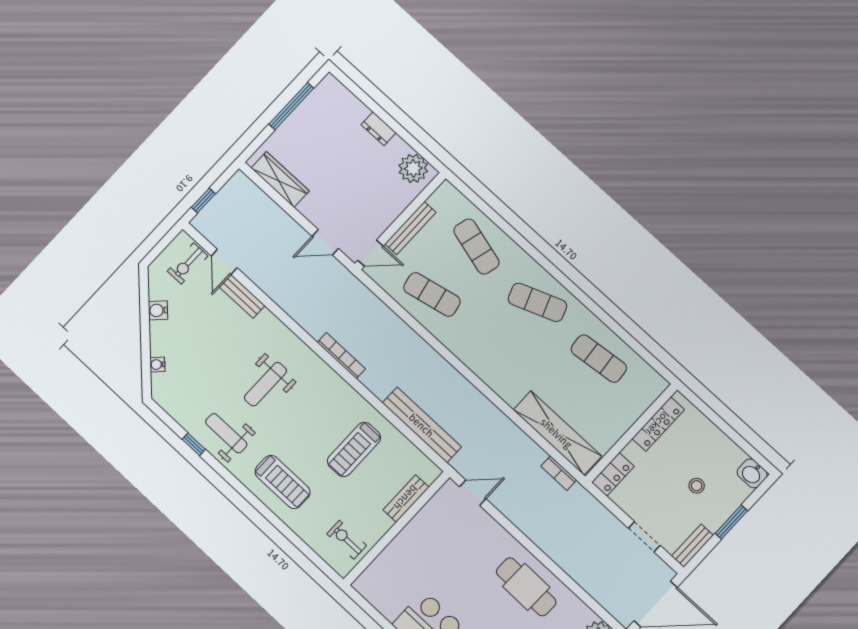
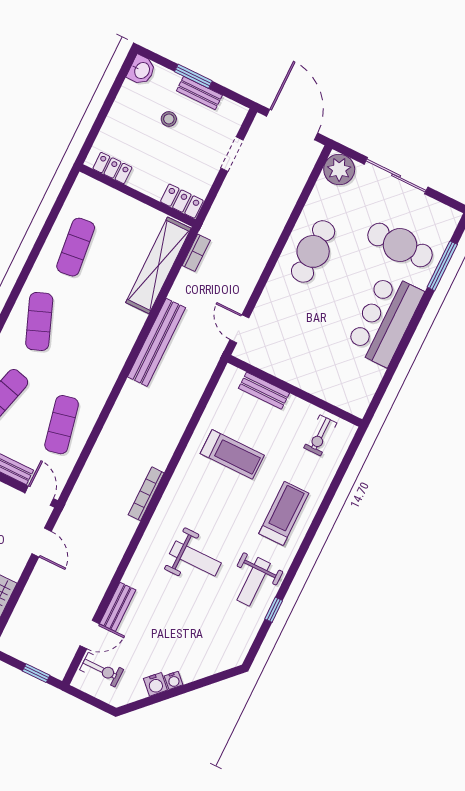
water cooler: (157, 365) -> (174, 680), moved
locker: (658, 424) -> (112, 168), width x0.66
bench: (422, 425) -> (157, 342), moved
bench: (692, 546) -> (199, 93), moved

